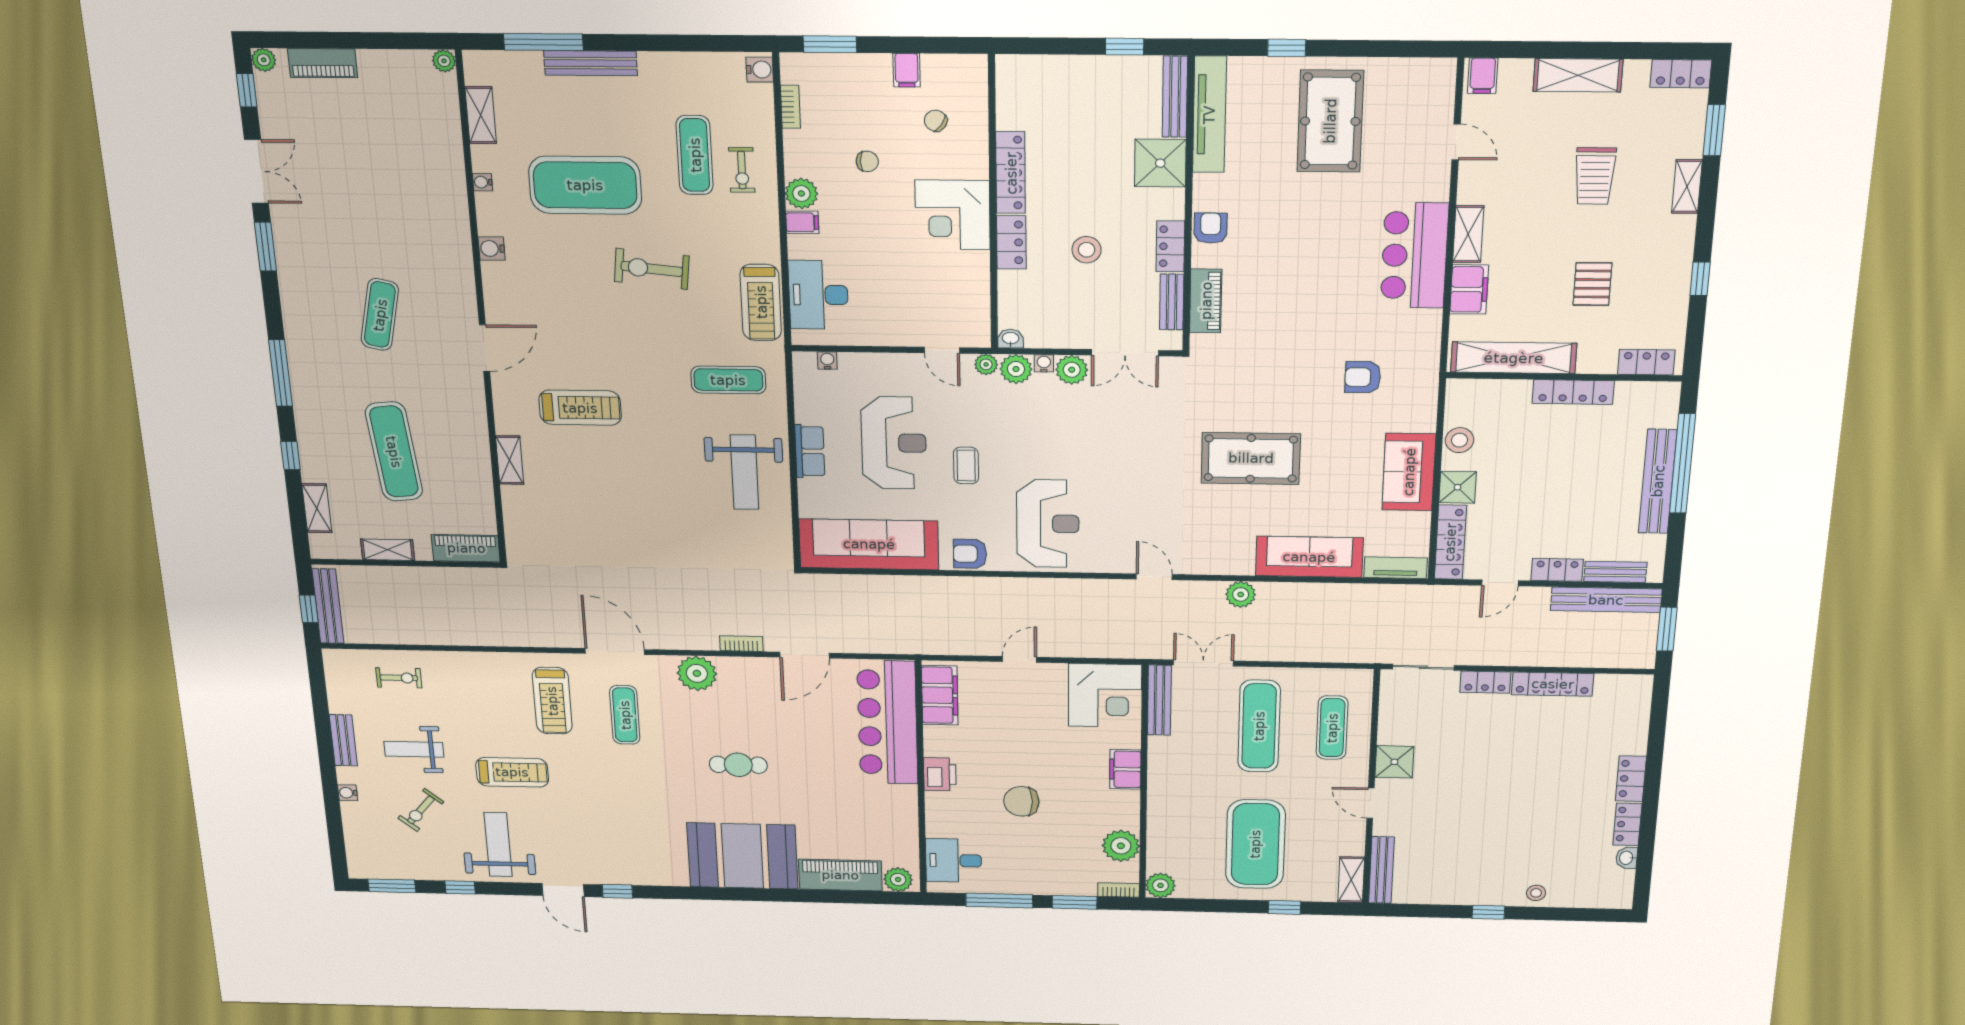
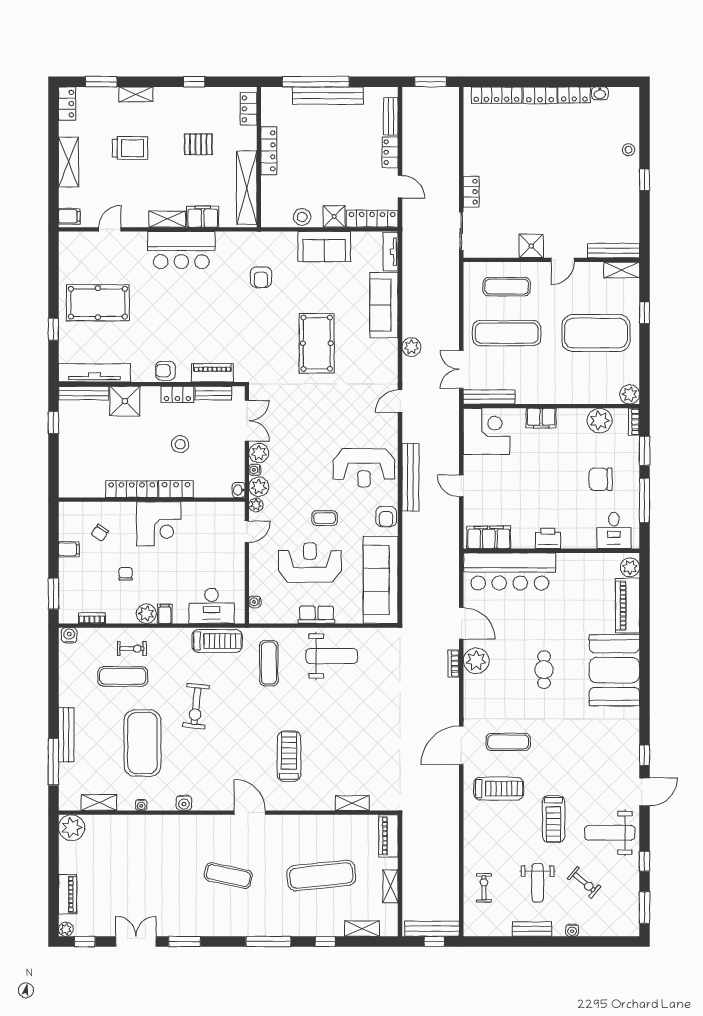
plant: (444, 61) -> (72, 828), width x1.87, depth x1.87
shelving: (510, 460) -> (352, 803), moved
reception desk: (1048, 524) -> (364, 468), turned 180
bench: (1606, 600) -> (410, 477), moved
plant: (697, 673) -> (476, 661), moved
locker: (1553, 684) -> (496, 95), moved, turned 90
treadmill: (512, 772) -> (554, 819), turned 180
chair: (1021, 801) -> (601, 479), moved, turned 90

